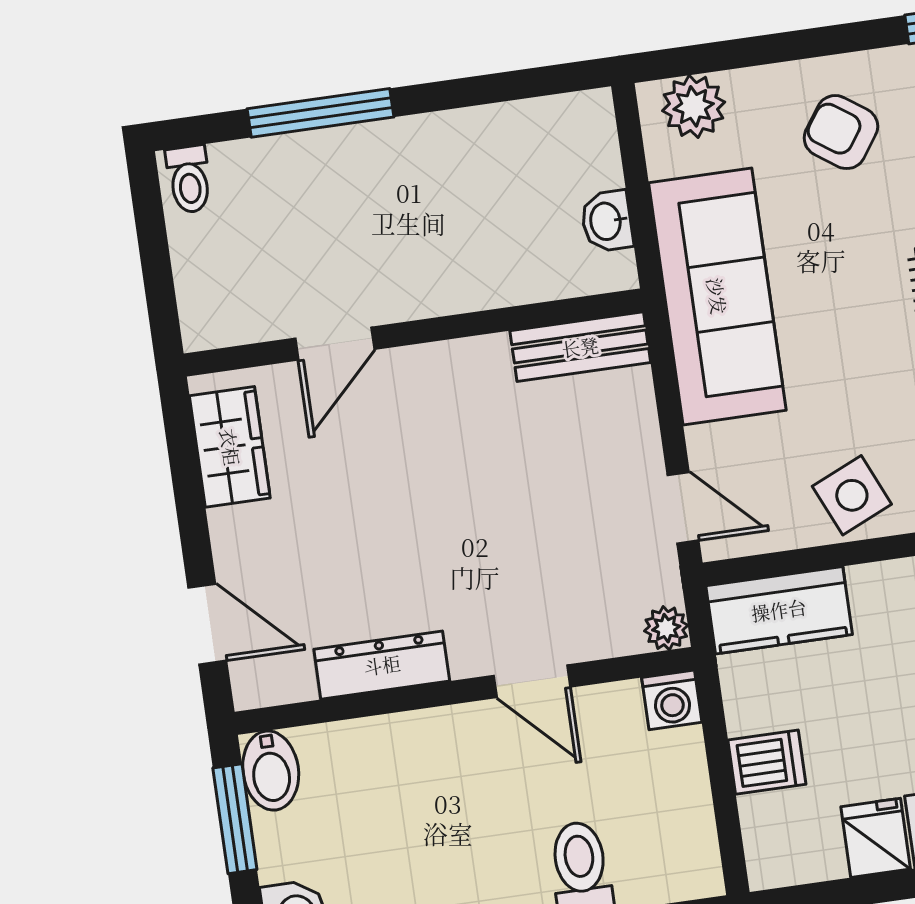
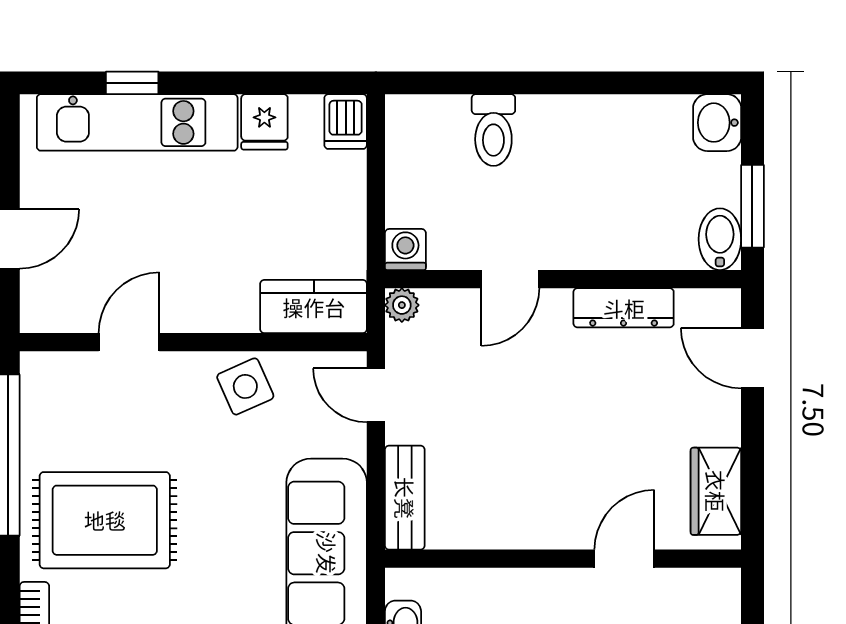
bench: (580, 347) -> (405, 498), moved, turned 90
door: (532, 681) -> (510, 279), swing flipped
dishwasher: (767, 762) -> (346, 122), moved, turned -90

